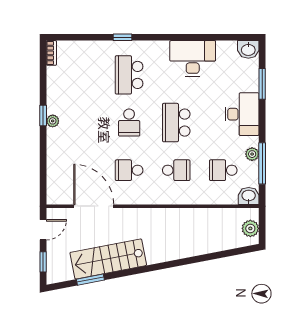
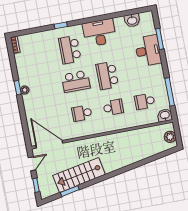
washbasin: (248, 49) -> (132, 20), moved
desk: (193, 58) -> (99, 33), moved
desk: (242, 114) -> (148, 51), moved
school desk: (129, 123) -> (76, 81), width x1.85
plant: (252, 154) -> (162, 87), removed
door: (94, 206) -> (49, 144), moved

